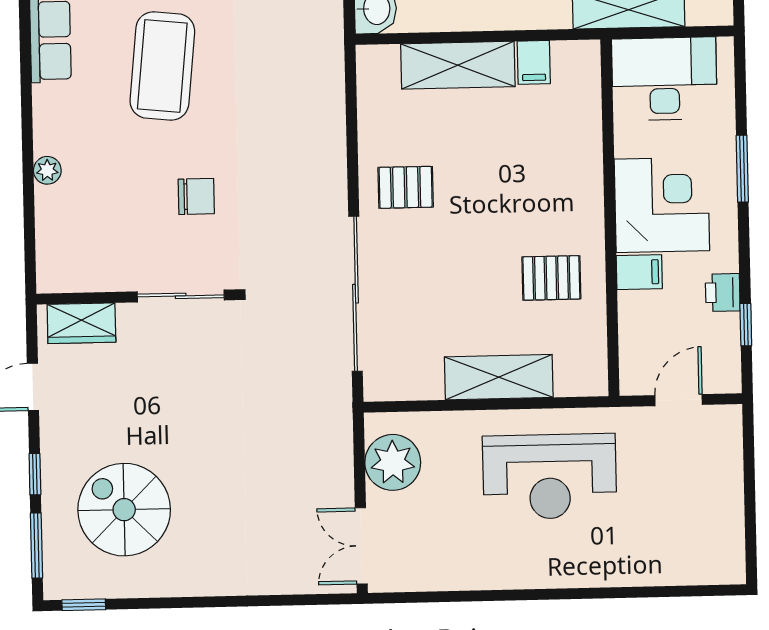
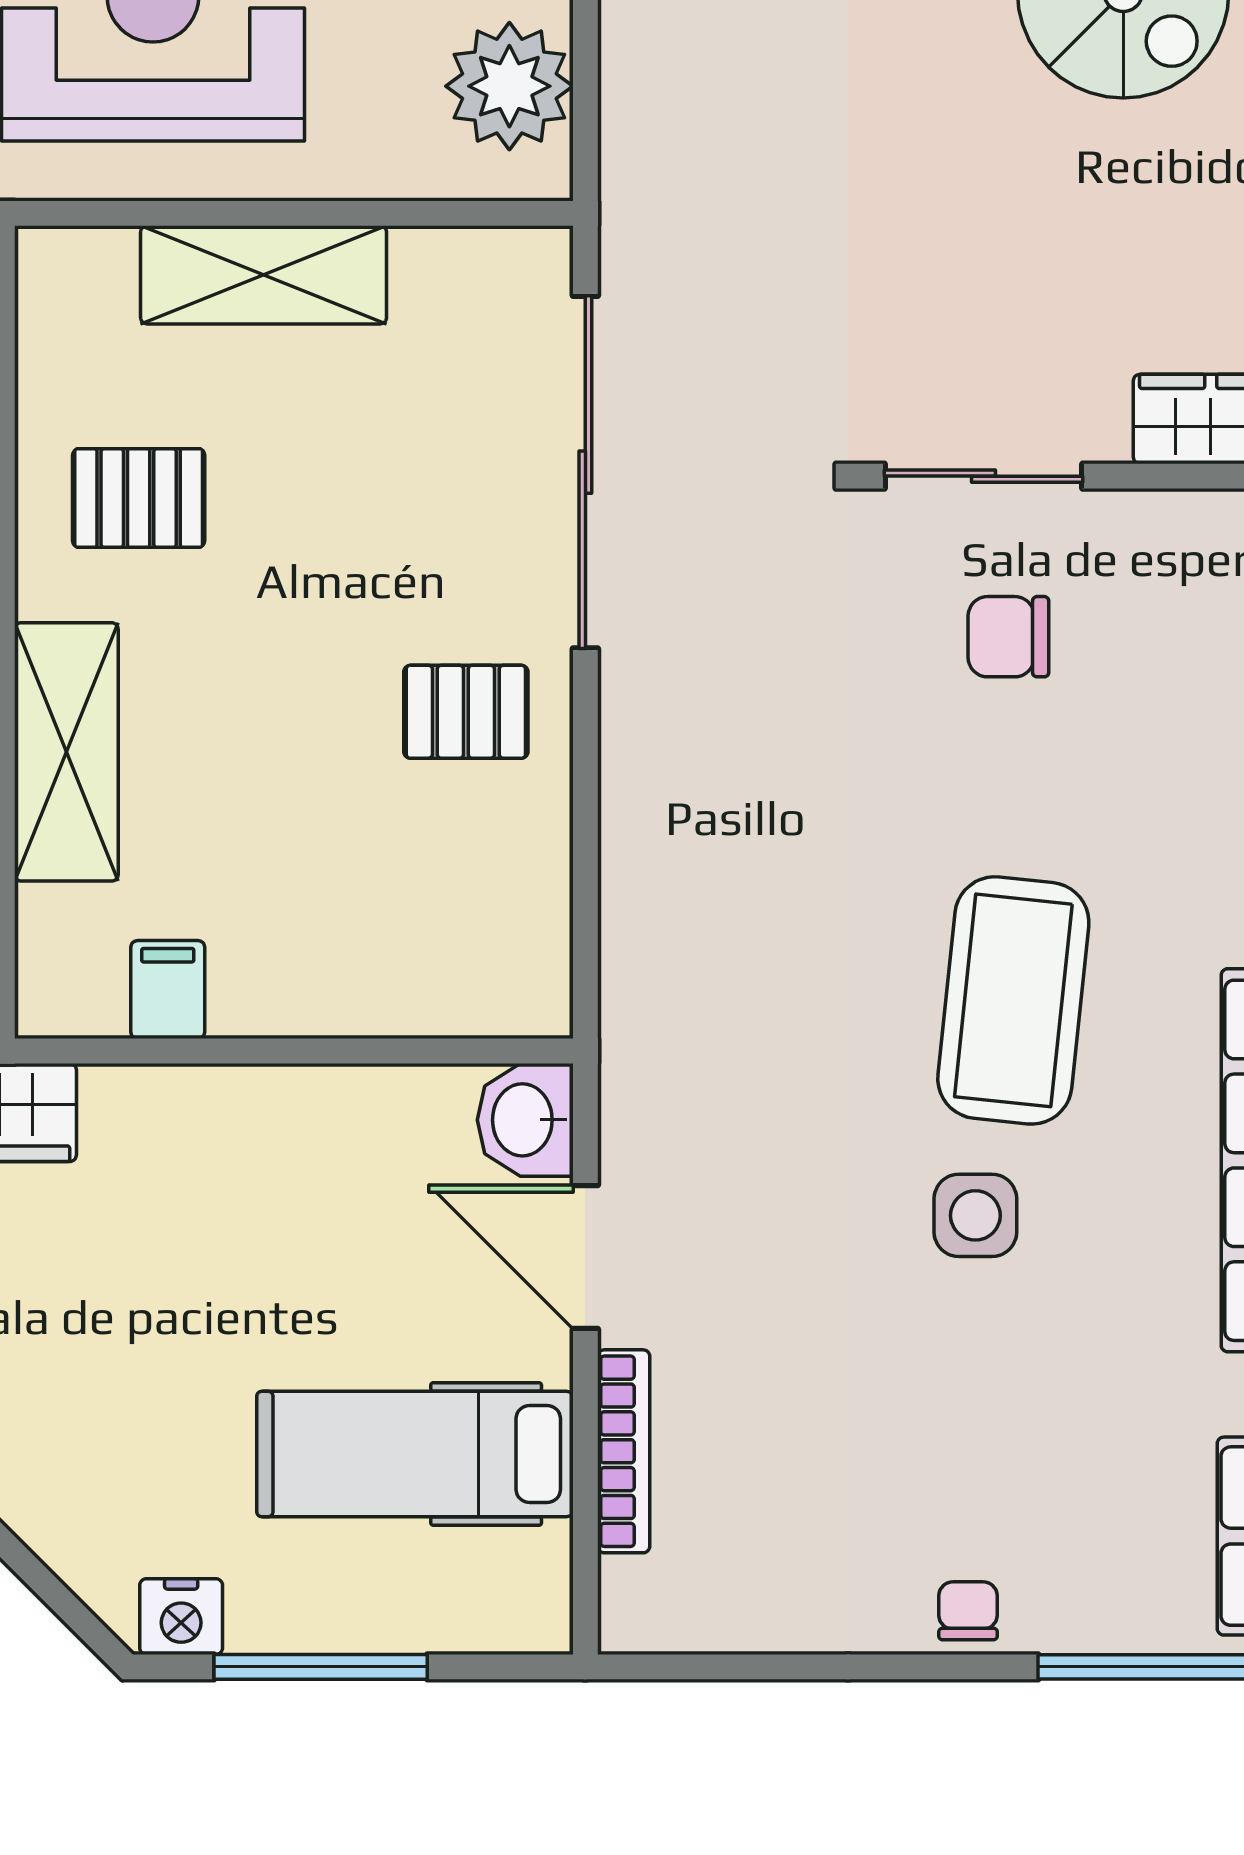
shelving: (458, 65) -> (66, 752), moved, turned 90
chair: (196, 196) -> (1008, 637), moved

